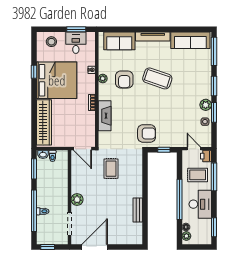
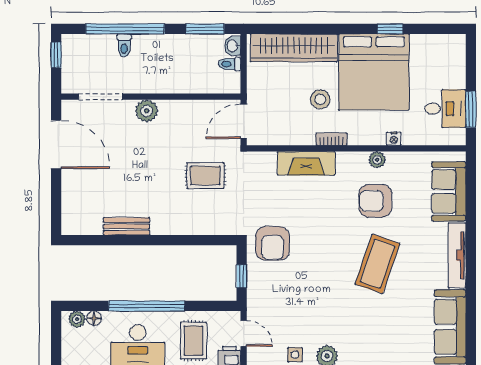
stool: (51, 42) -> (320, 99), moved
door: (194, 149) -> (244, 333), hinge flipped

